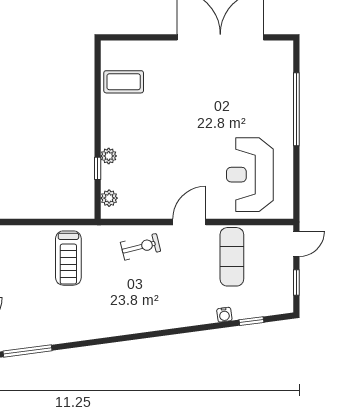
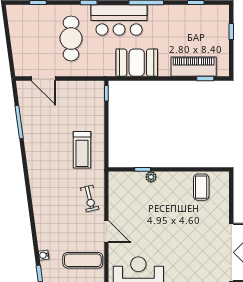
plant: (109, 198) -> (123, 177), removed
treadmill: (68, 258) -> (82, 150), turned -90

